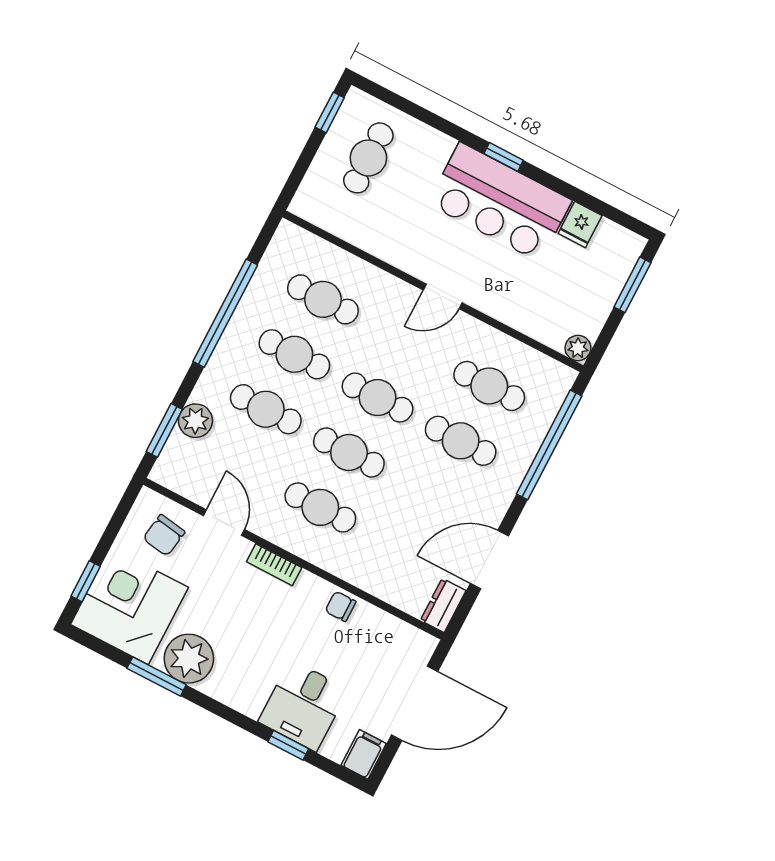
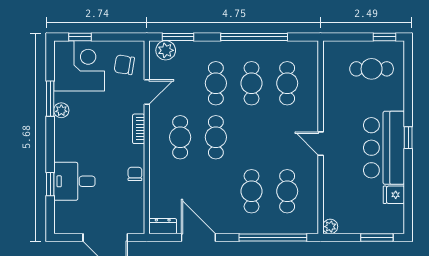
cafe table: (377, 398) -> (252, 137), removed
plant: (195, 421) -> (166, 50), moved
plant: (189, 659) -> (61, 110), width x0.53, depth x0.53
filing cabinet: (364, 754) -> (65, 225), removed

